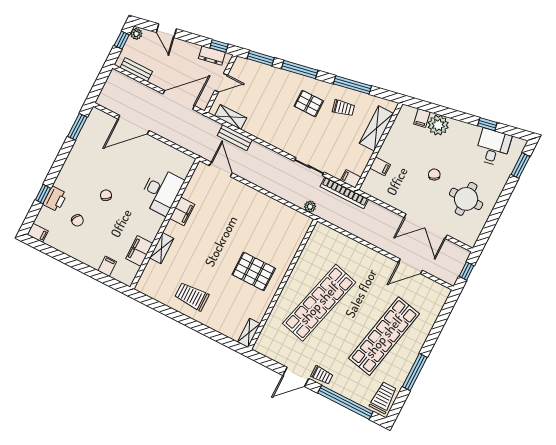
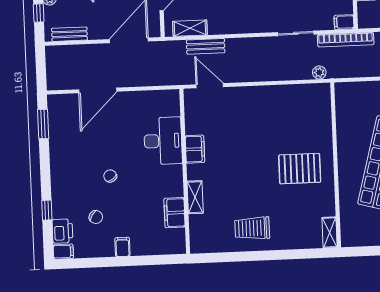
printer: (55, 199) -> (62, 231), moved
filing cabinet: (107, 266) -> (122, 247), moved

